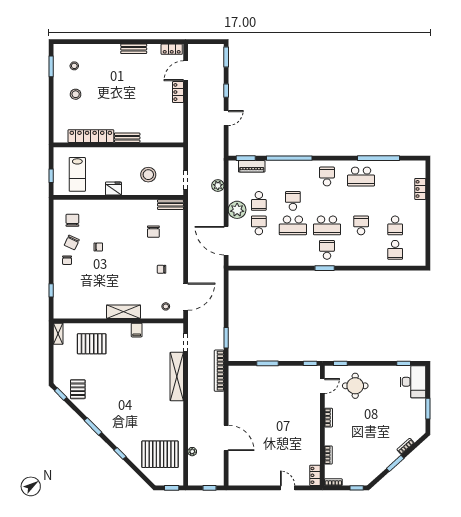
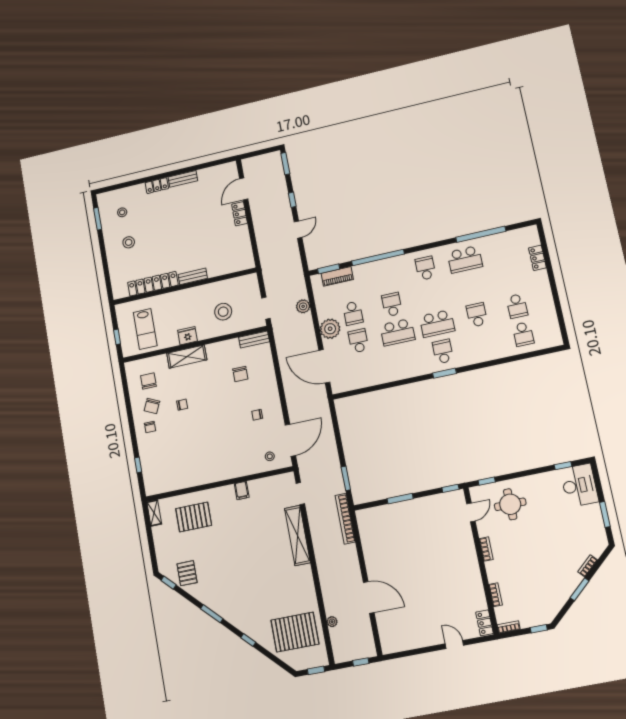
locker: (172, 49) -> (157, 186), moved
shelving: (123, 312) -> (187, 357), moved

